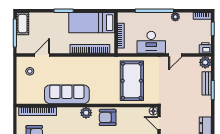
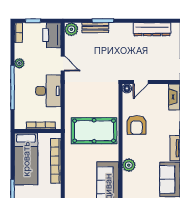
printer: (205, 48) -> (52, 35), width x1.87, depth x1.48
pool table: (132, 81) -> (94, 131), moved
armchair: (108, 117) -> (137, 125), moved

